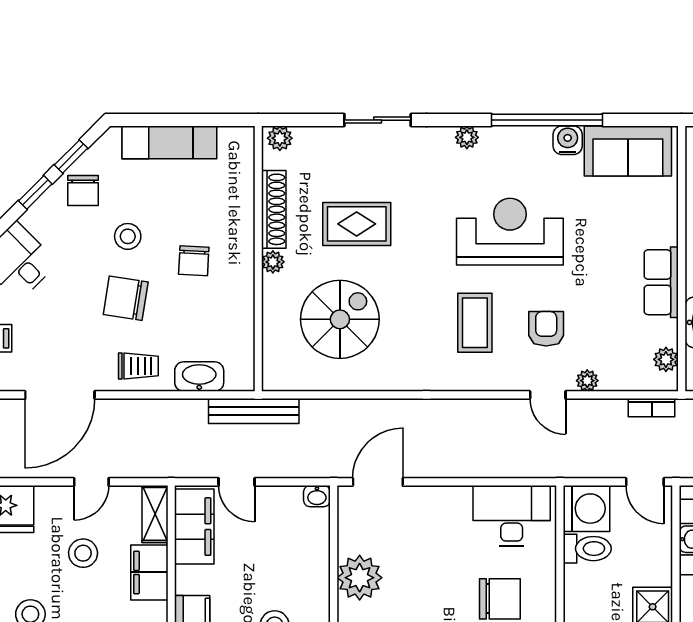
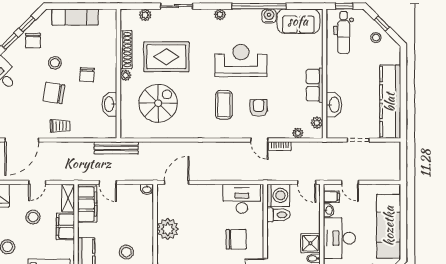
plant: (280, 138) -> (145, 15), moved
rug: (357, 224) -> (166, 57), width x1.36, depth x1.43
washbasin: (199, 377) -> (109, 104), moved, turned -90
plant: (587, 381) -> (298, 133), moved
bookcase: (652, 408) -> (280, 146), moved

